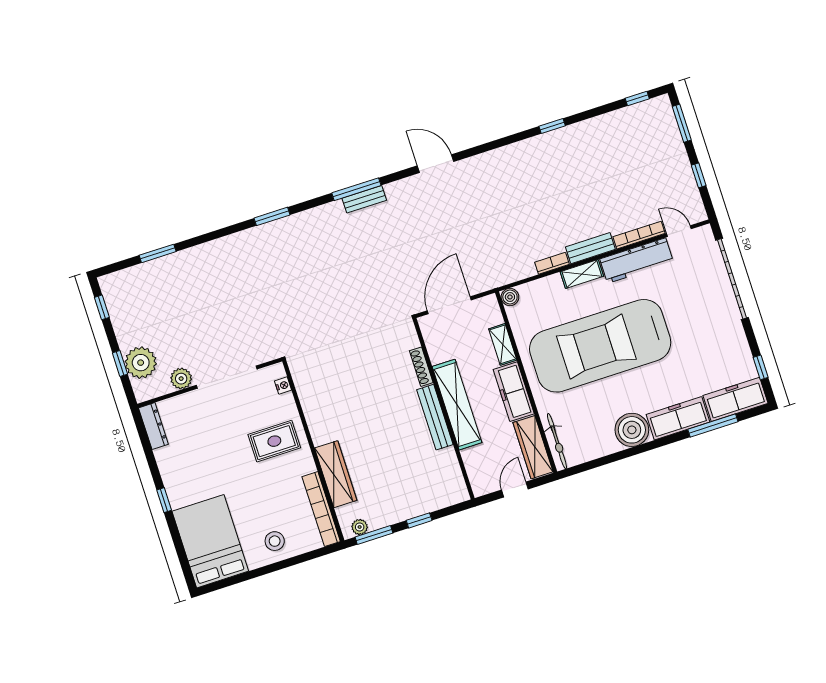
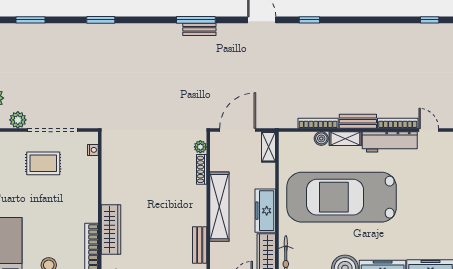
window: (552, 126) -> (309, 20), moved
window: (272, 216) -> (101, 20), moved
bookcase: (552, 263) -> (318, 123), width x1.56
boiler: (510, 297) -> (321, 138), moved
plant: (411, 340) -> (200, 147), added
shelving: (503, 344) -> (268, 147), moved
bench: (435, 417) -> (200, 245), moved, width x0.73
rug: (274, 441) -> (43, 163), moved

